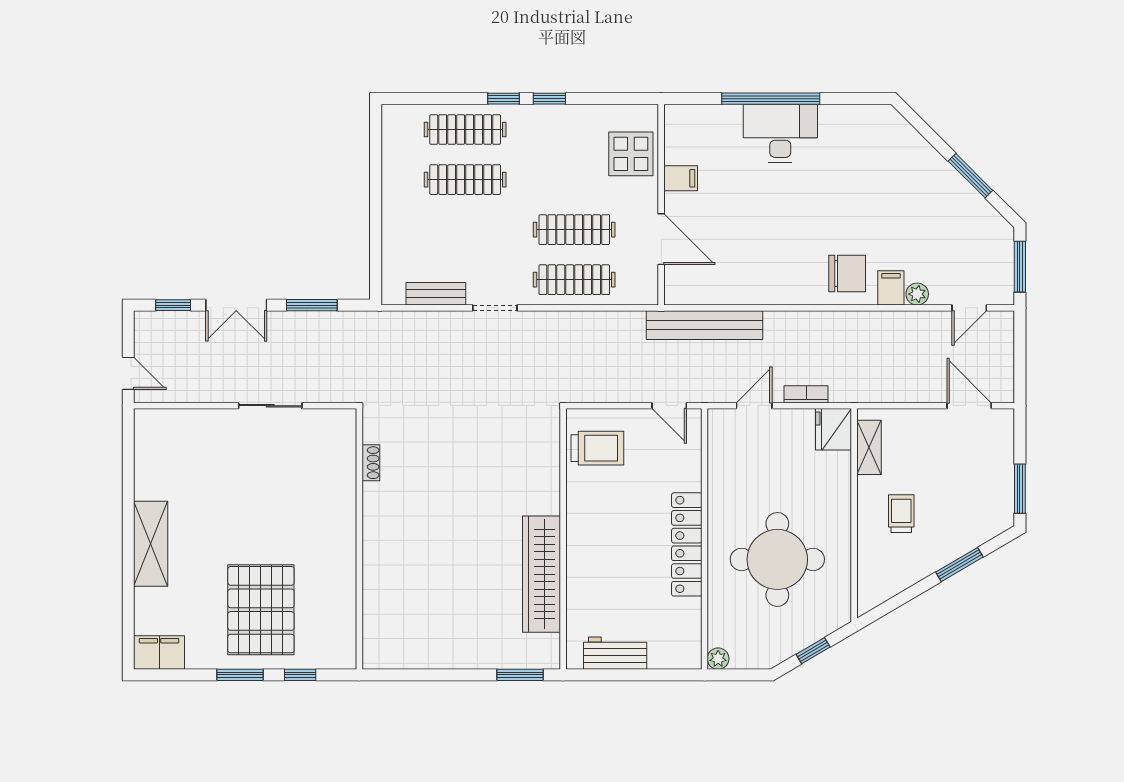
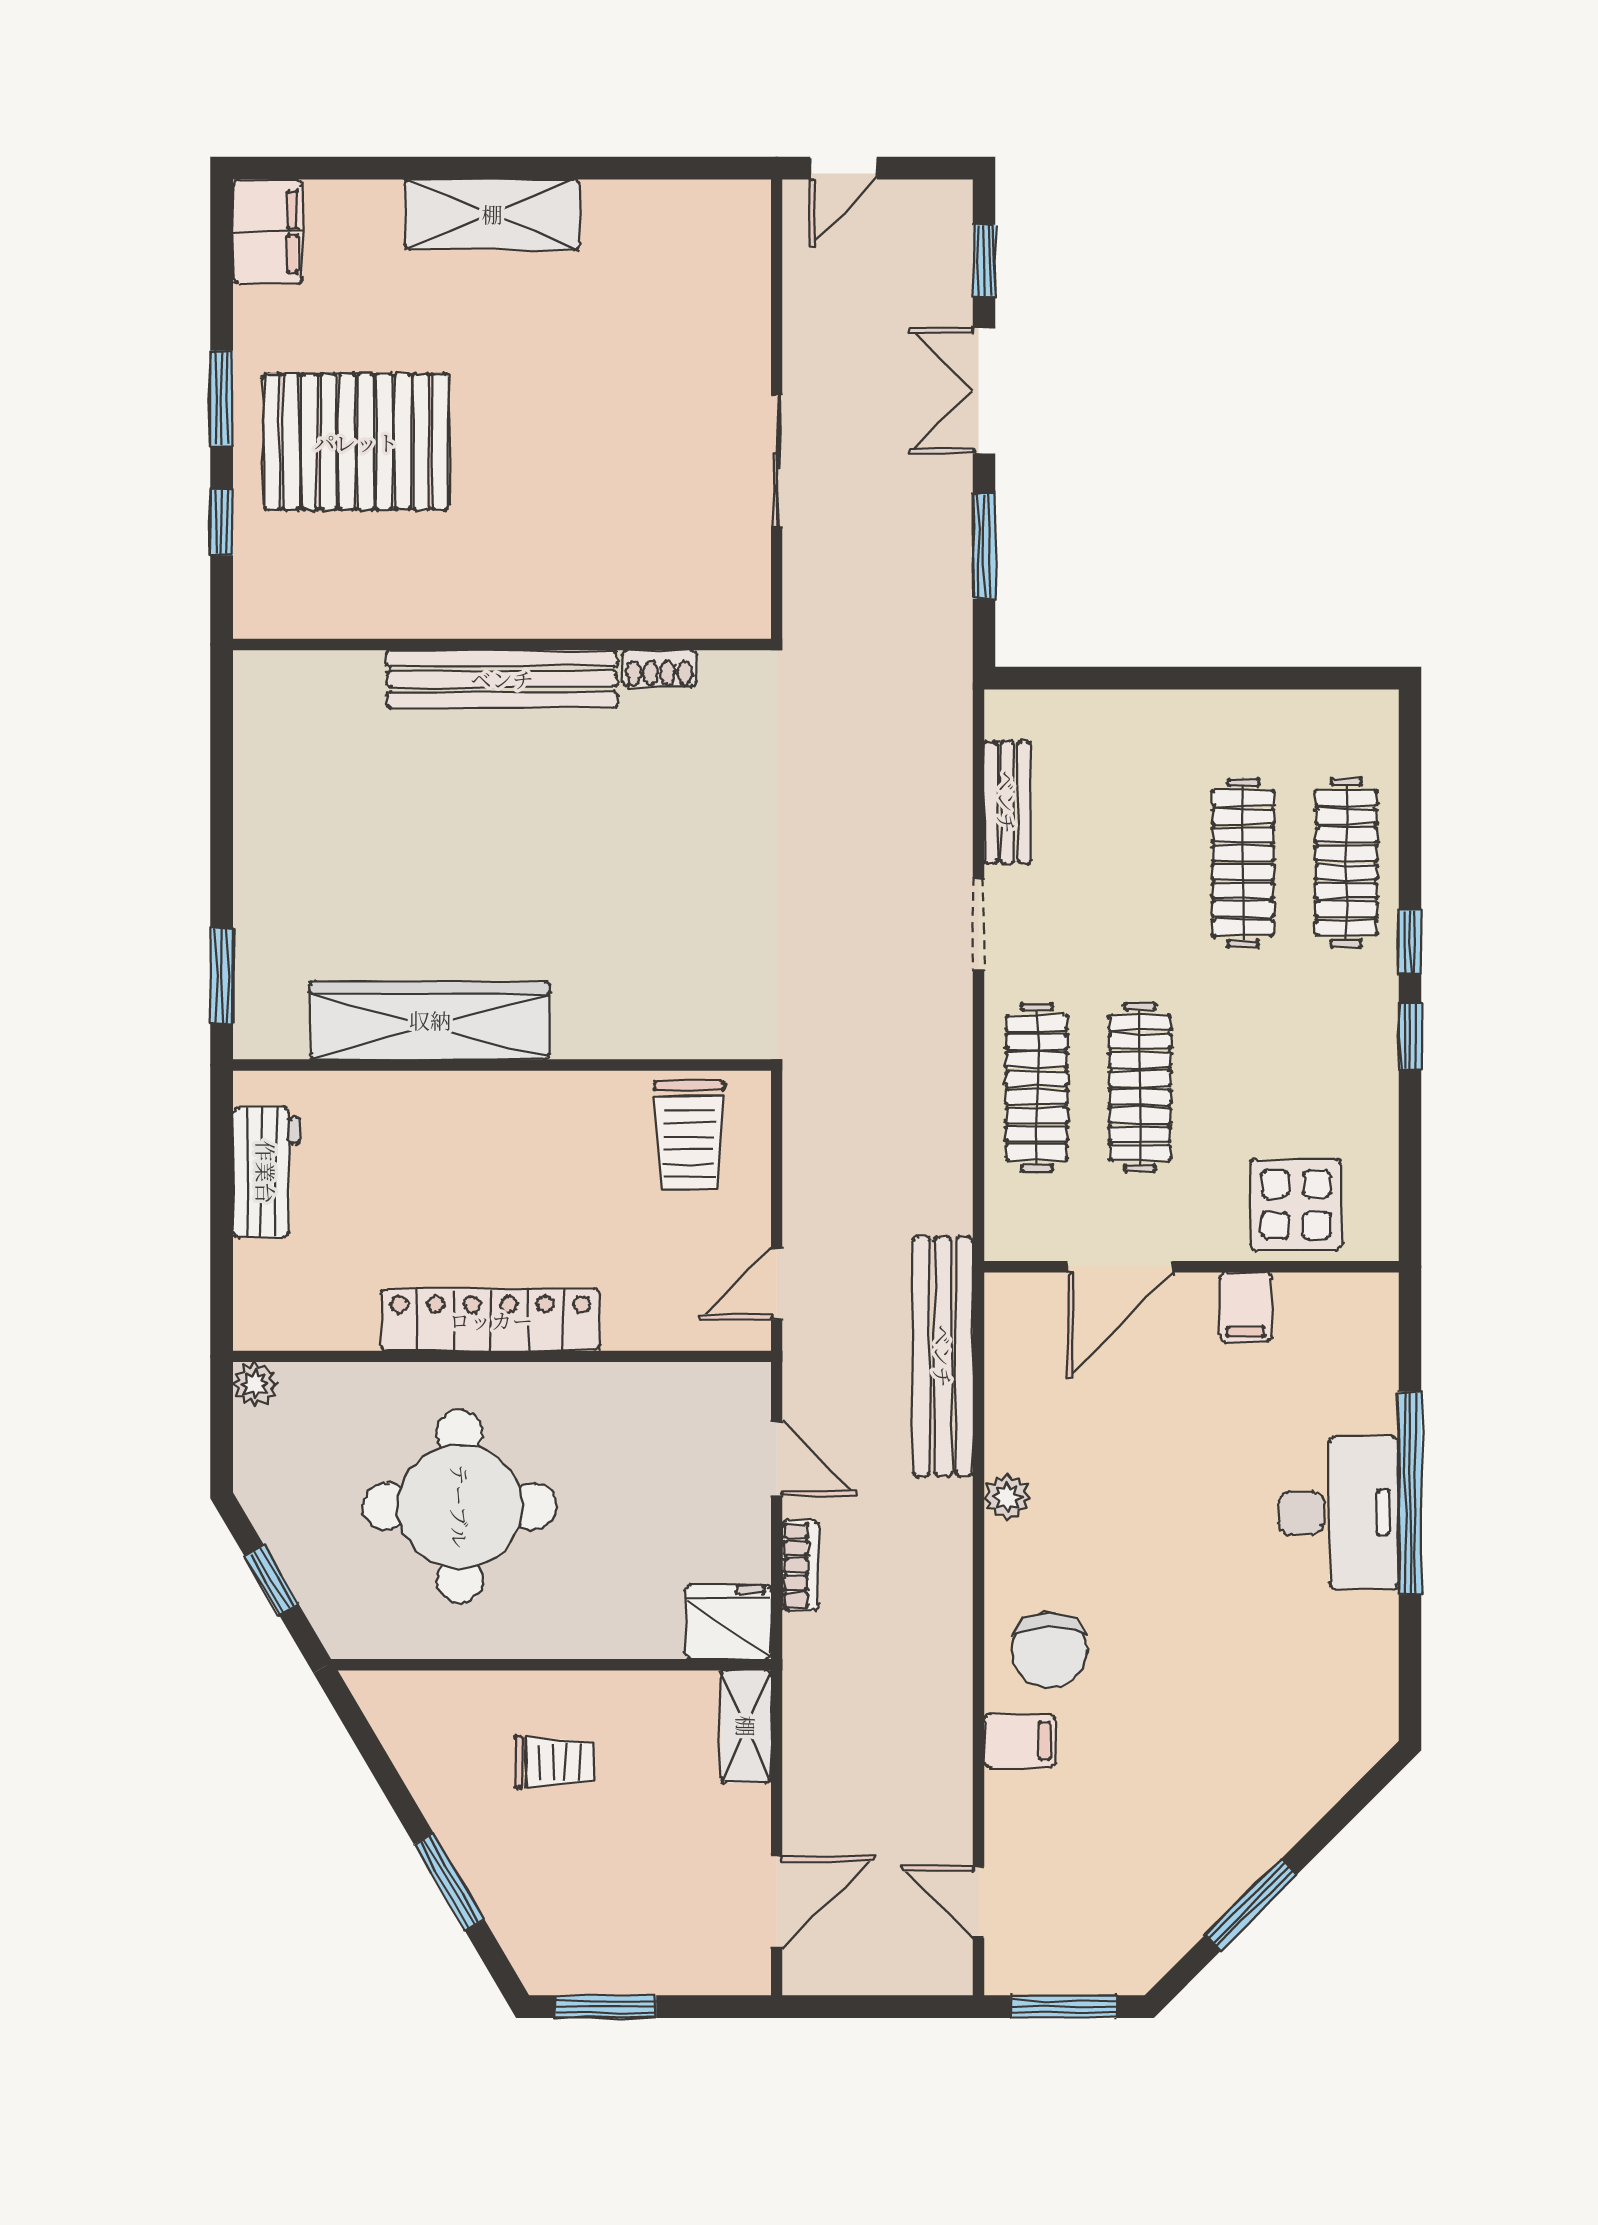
plant: (917, 294) -> (1007, 1497), moved
shelving: (869, 447) -> (746, 1726), moved, turned 90
bench: (376, 539) -> (502, 679), added

